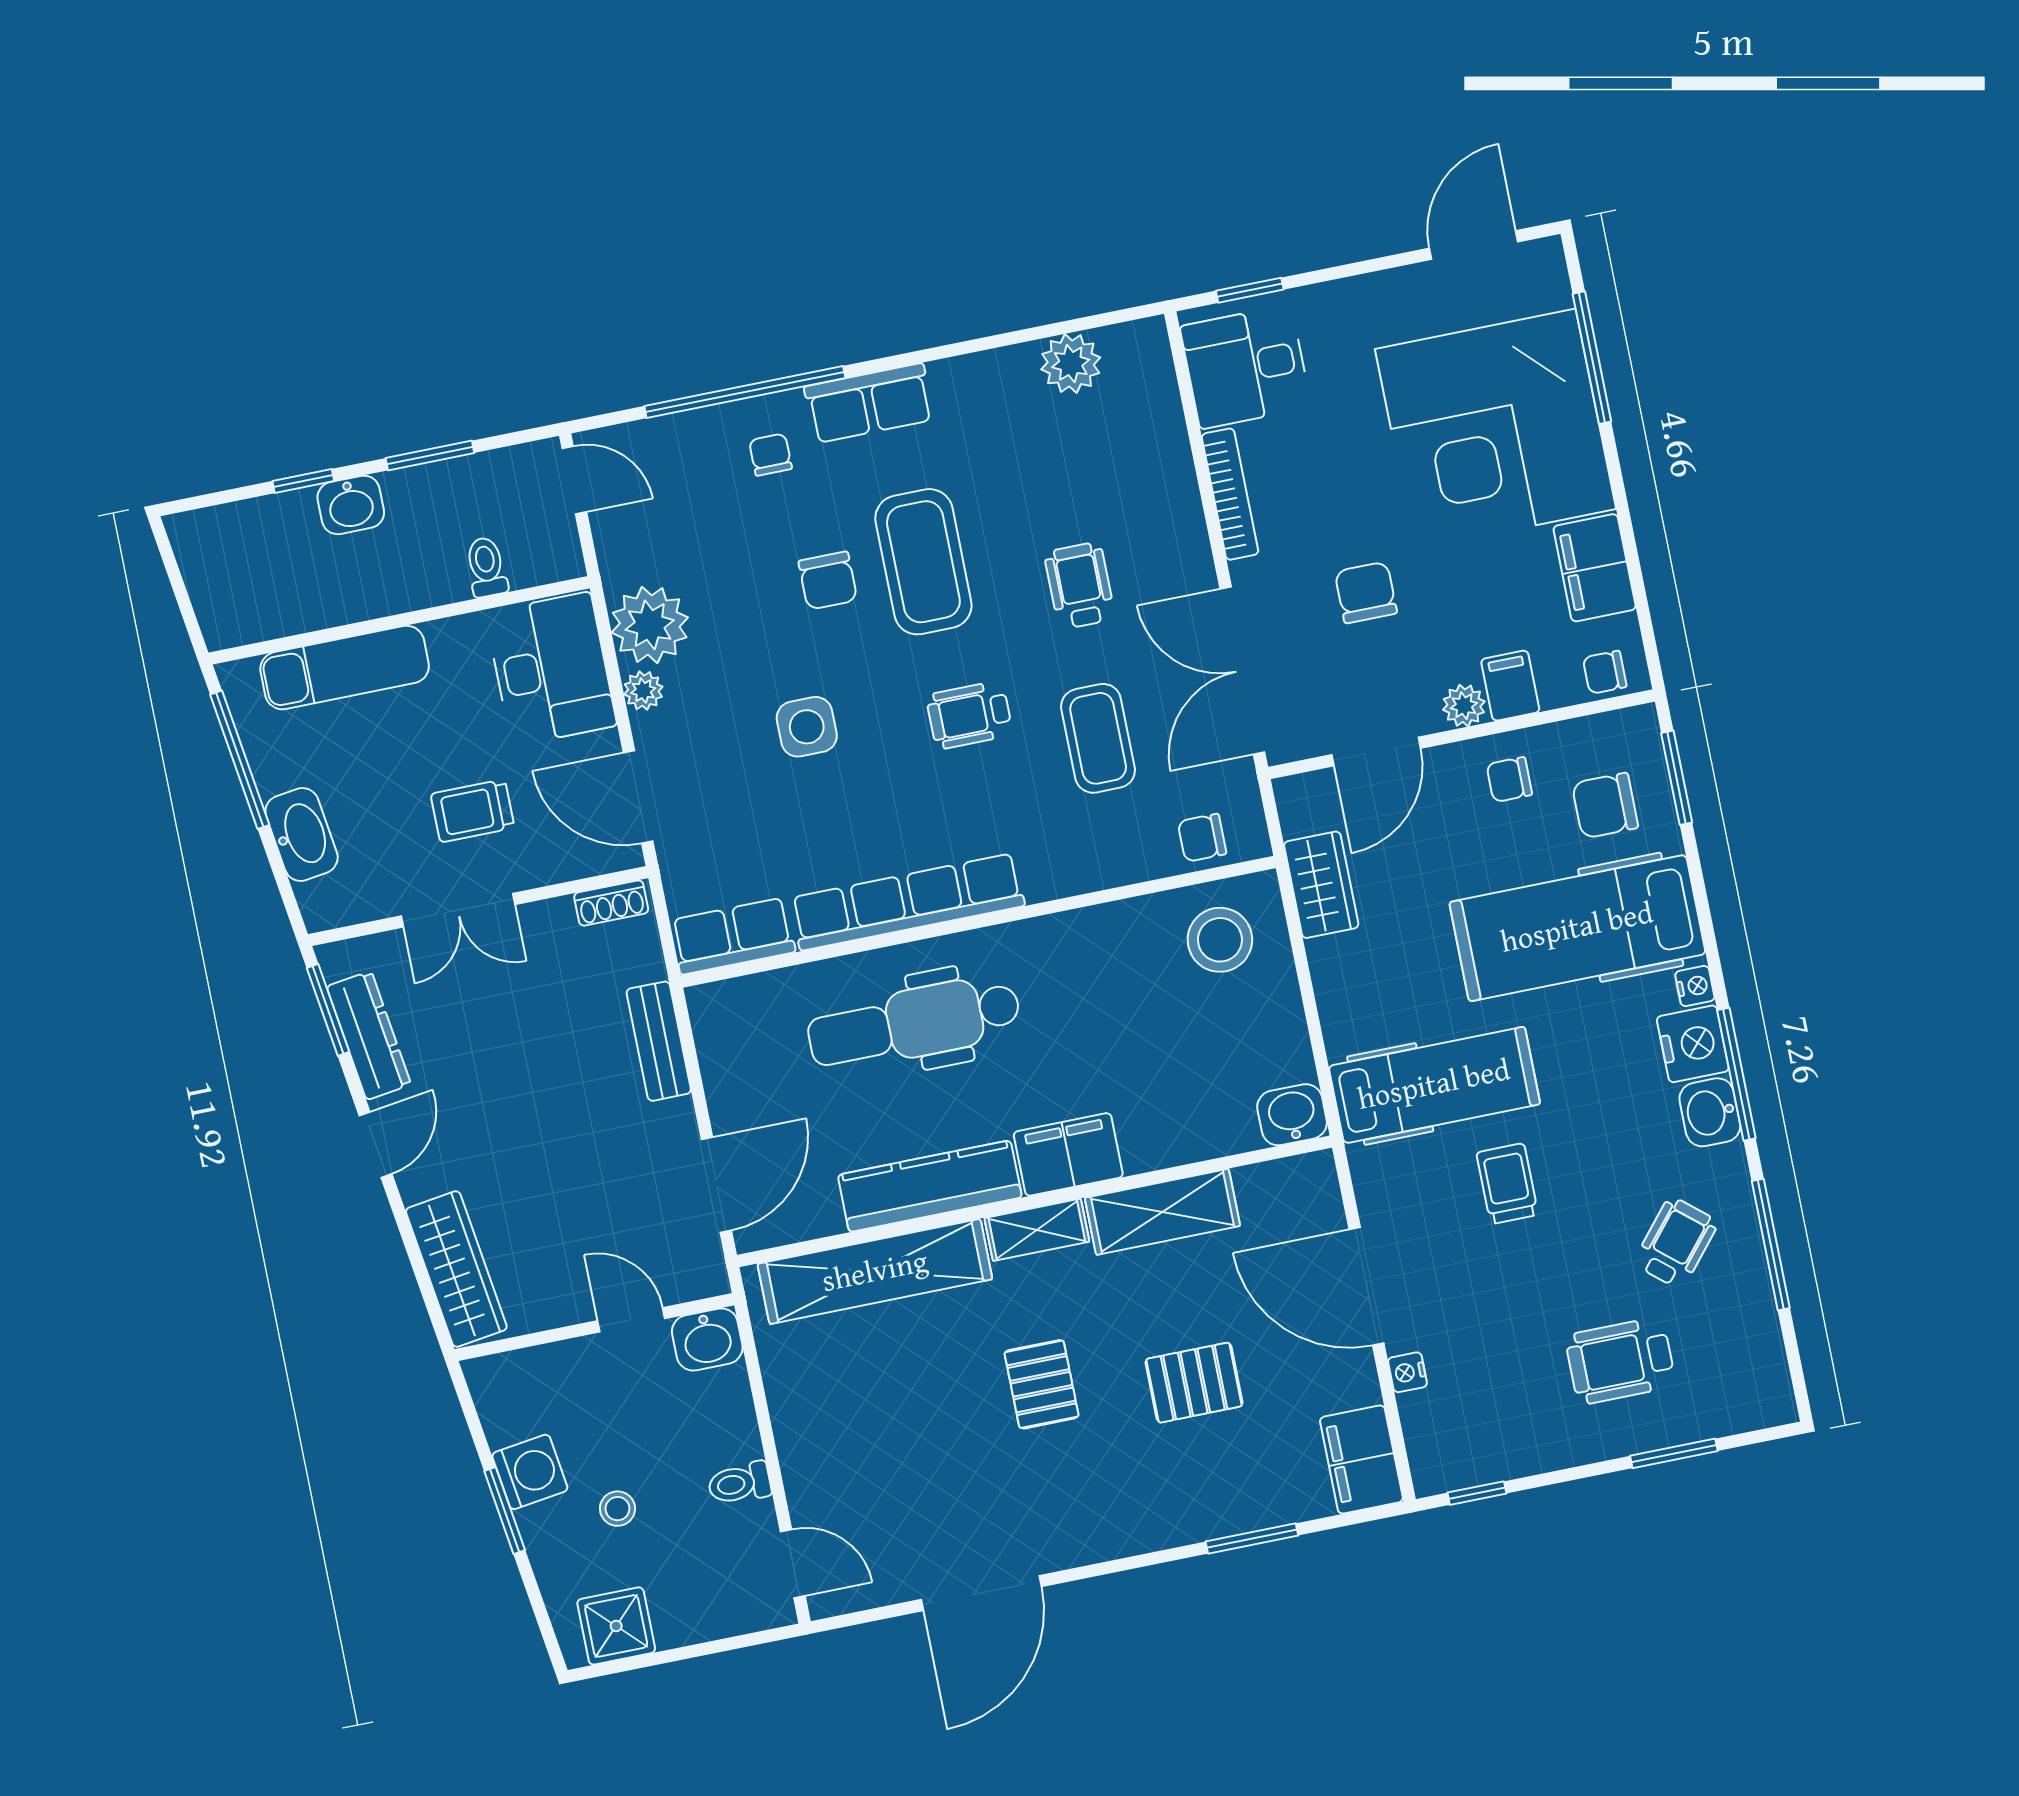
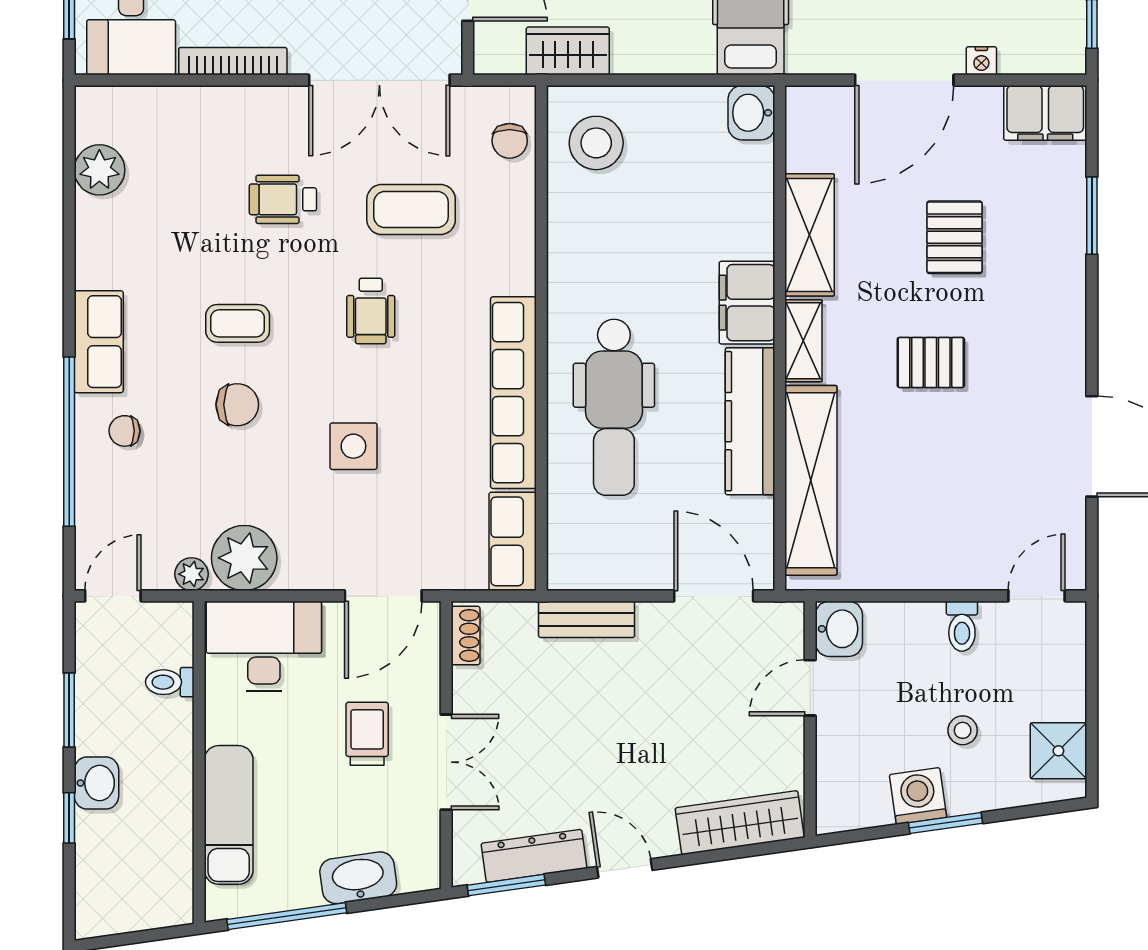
coffee table: (923, 562) -> (238, 323), width x0.54, depth x0.58
plant: (643, 691) -> (192, 574), moved
trolley: (473, 811) -> (367, 734), turned 180

